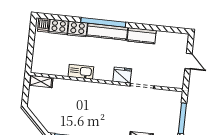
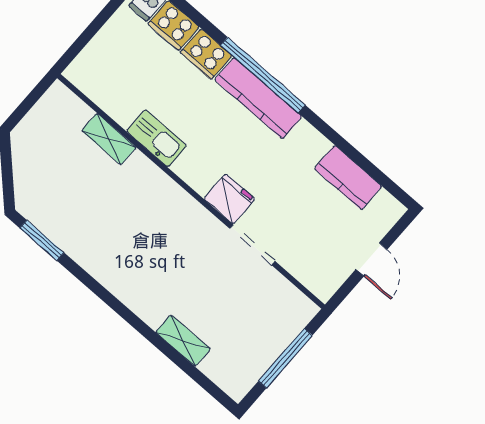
kitchen counter: (142, 36) -> (348, 177), moved
shelving: (41, 81) -> (109, 139), moved

